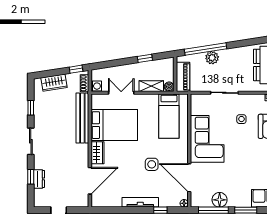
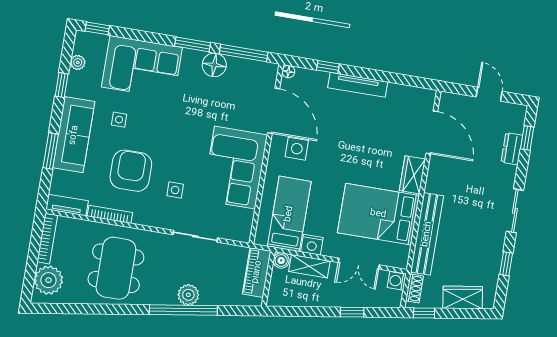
window: (206, 49) -> (183, 310), moved
window: (145, 58) -> (352, 312), moved
plant: (212, 58) -> (188, 295), moved
nightstand: (152, 100) -> (312, 245), added
side table: (152, 164) -> (297, 149), moved
window: (31, 177) -> (527, 138), moved
door: (90, 181) -> (432, 132), swing flipped
floor lamp: (220, 200) -> (214, 65), moved

